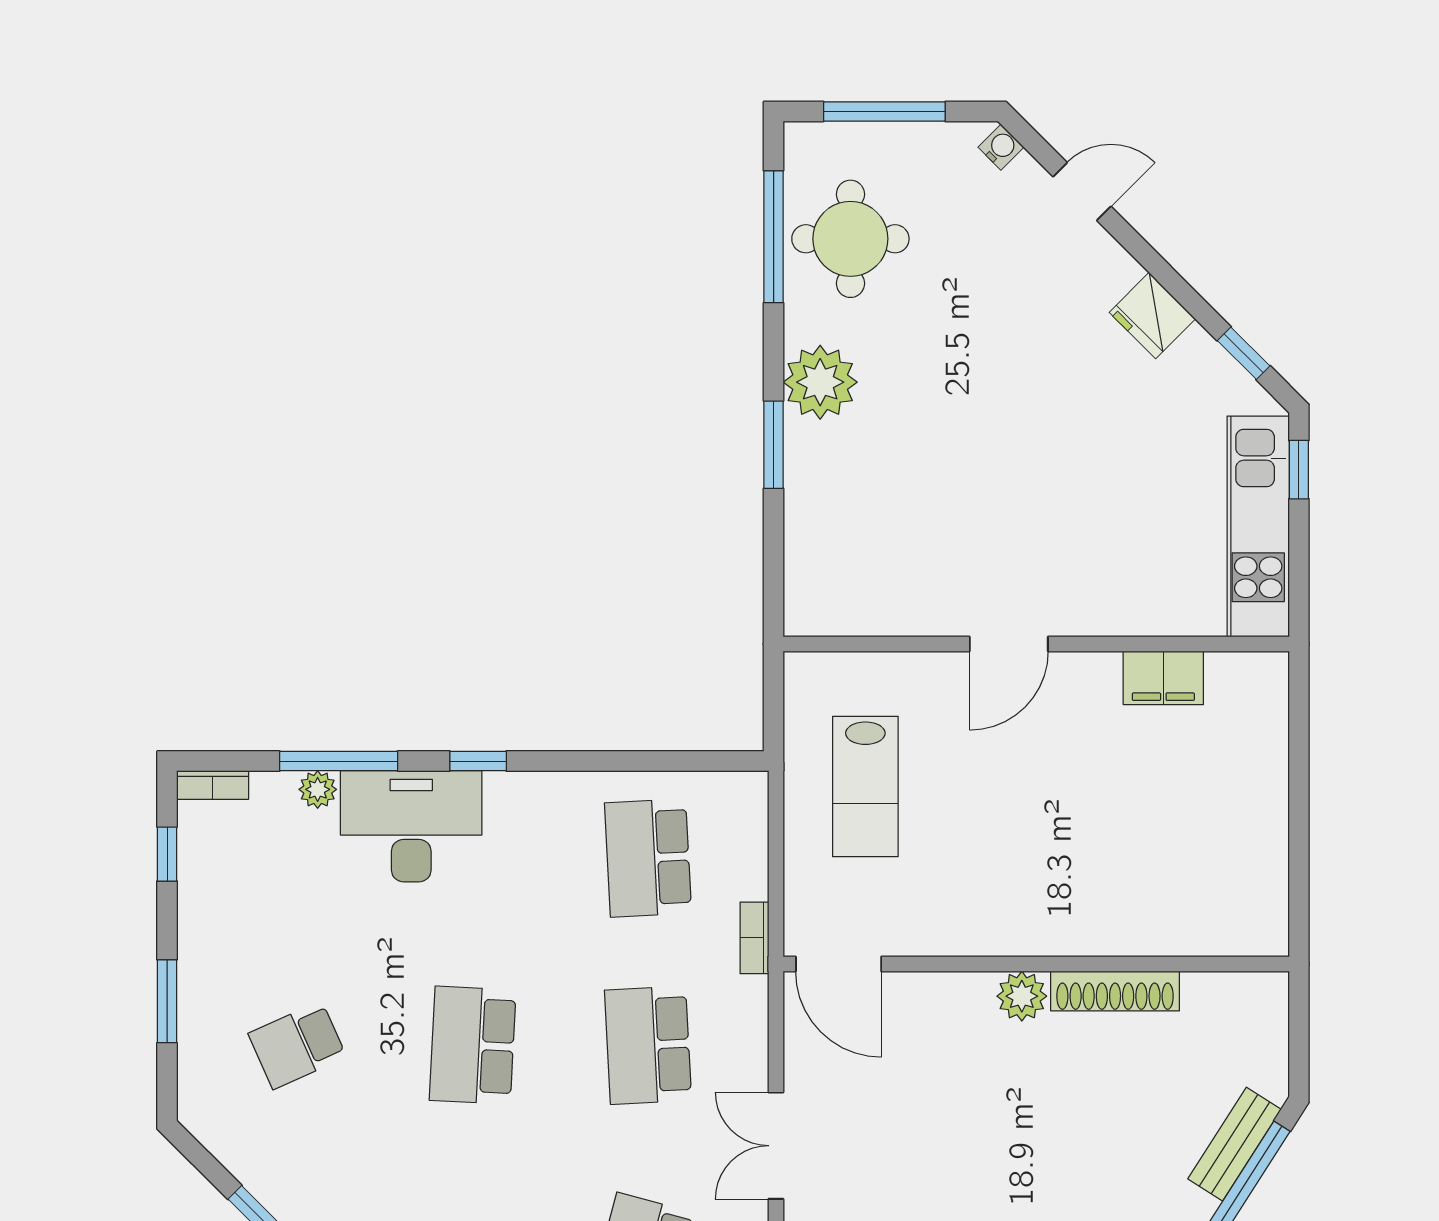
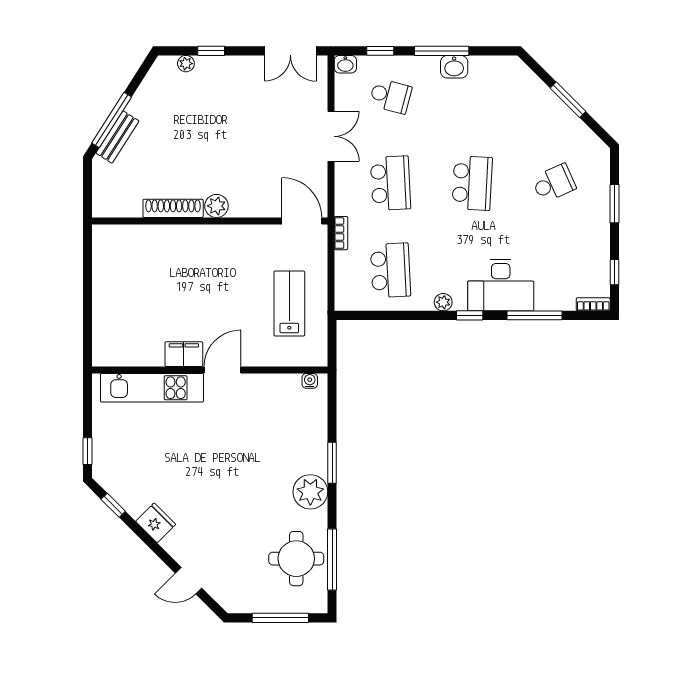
water cooler: (1001, 147) -> (310, 381), moved, turned 135
kitchen unit: (1258, 526) -> (152, 388), moved, turned 90
filing cabinet: (1163, 678) -> (184, 354), moved
plant: (318, 789) -> (443, 302), moved

